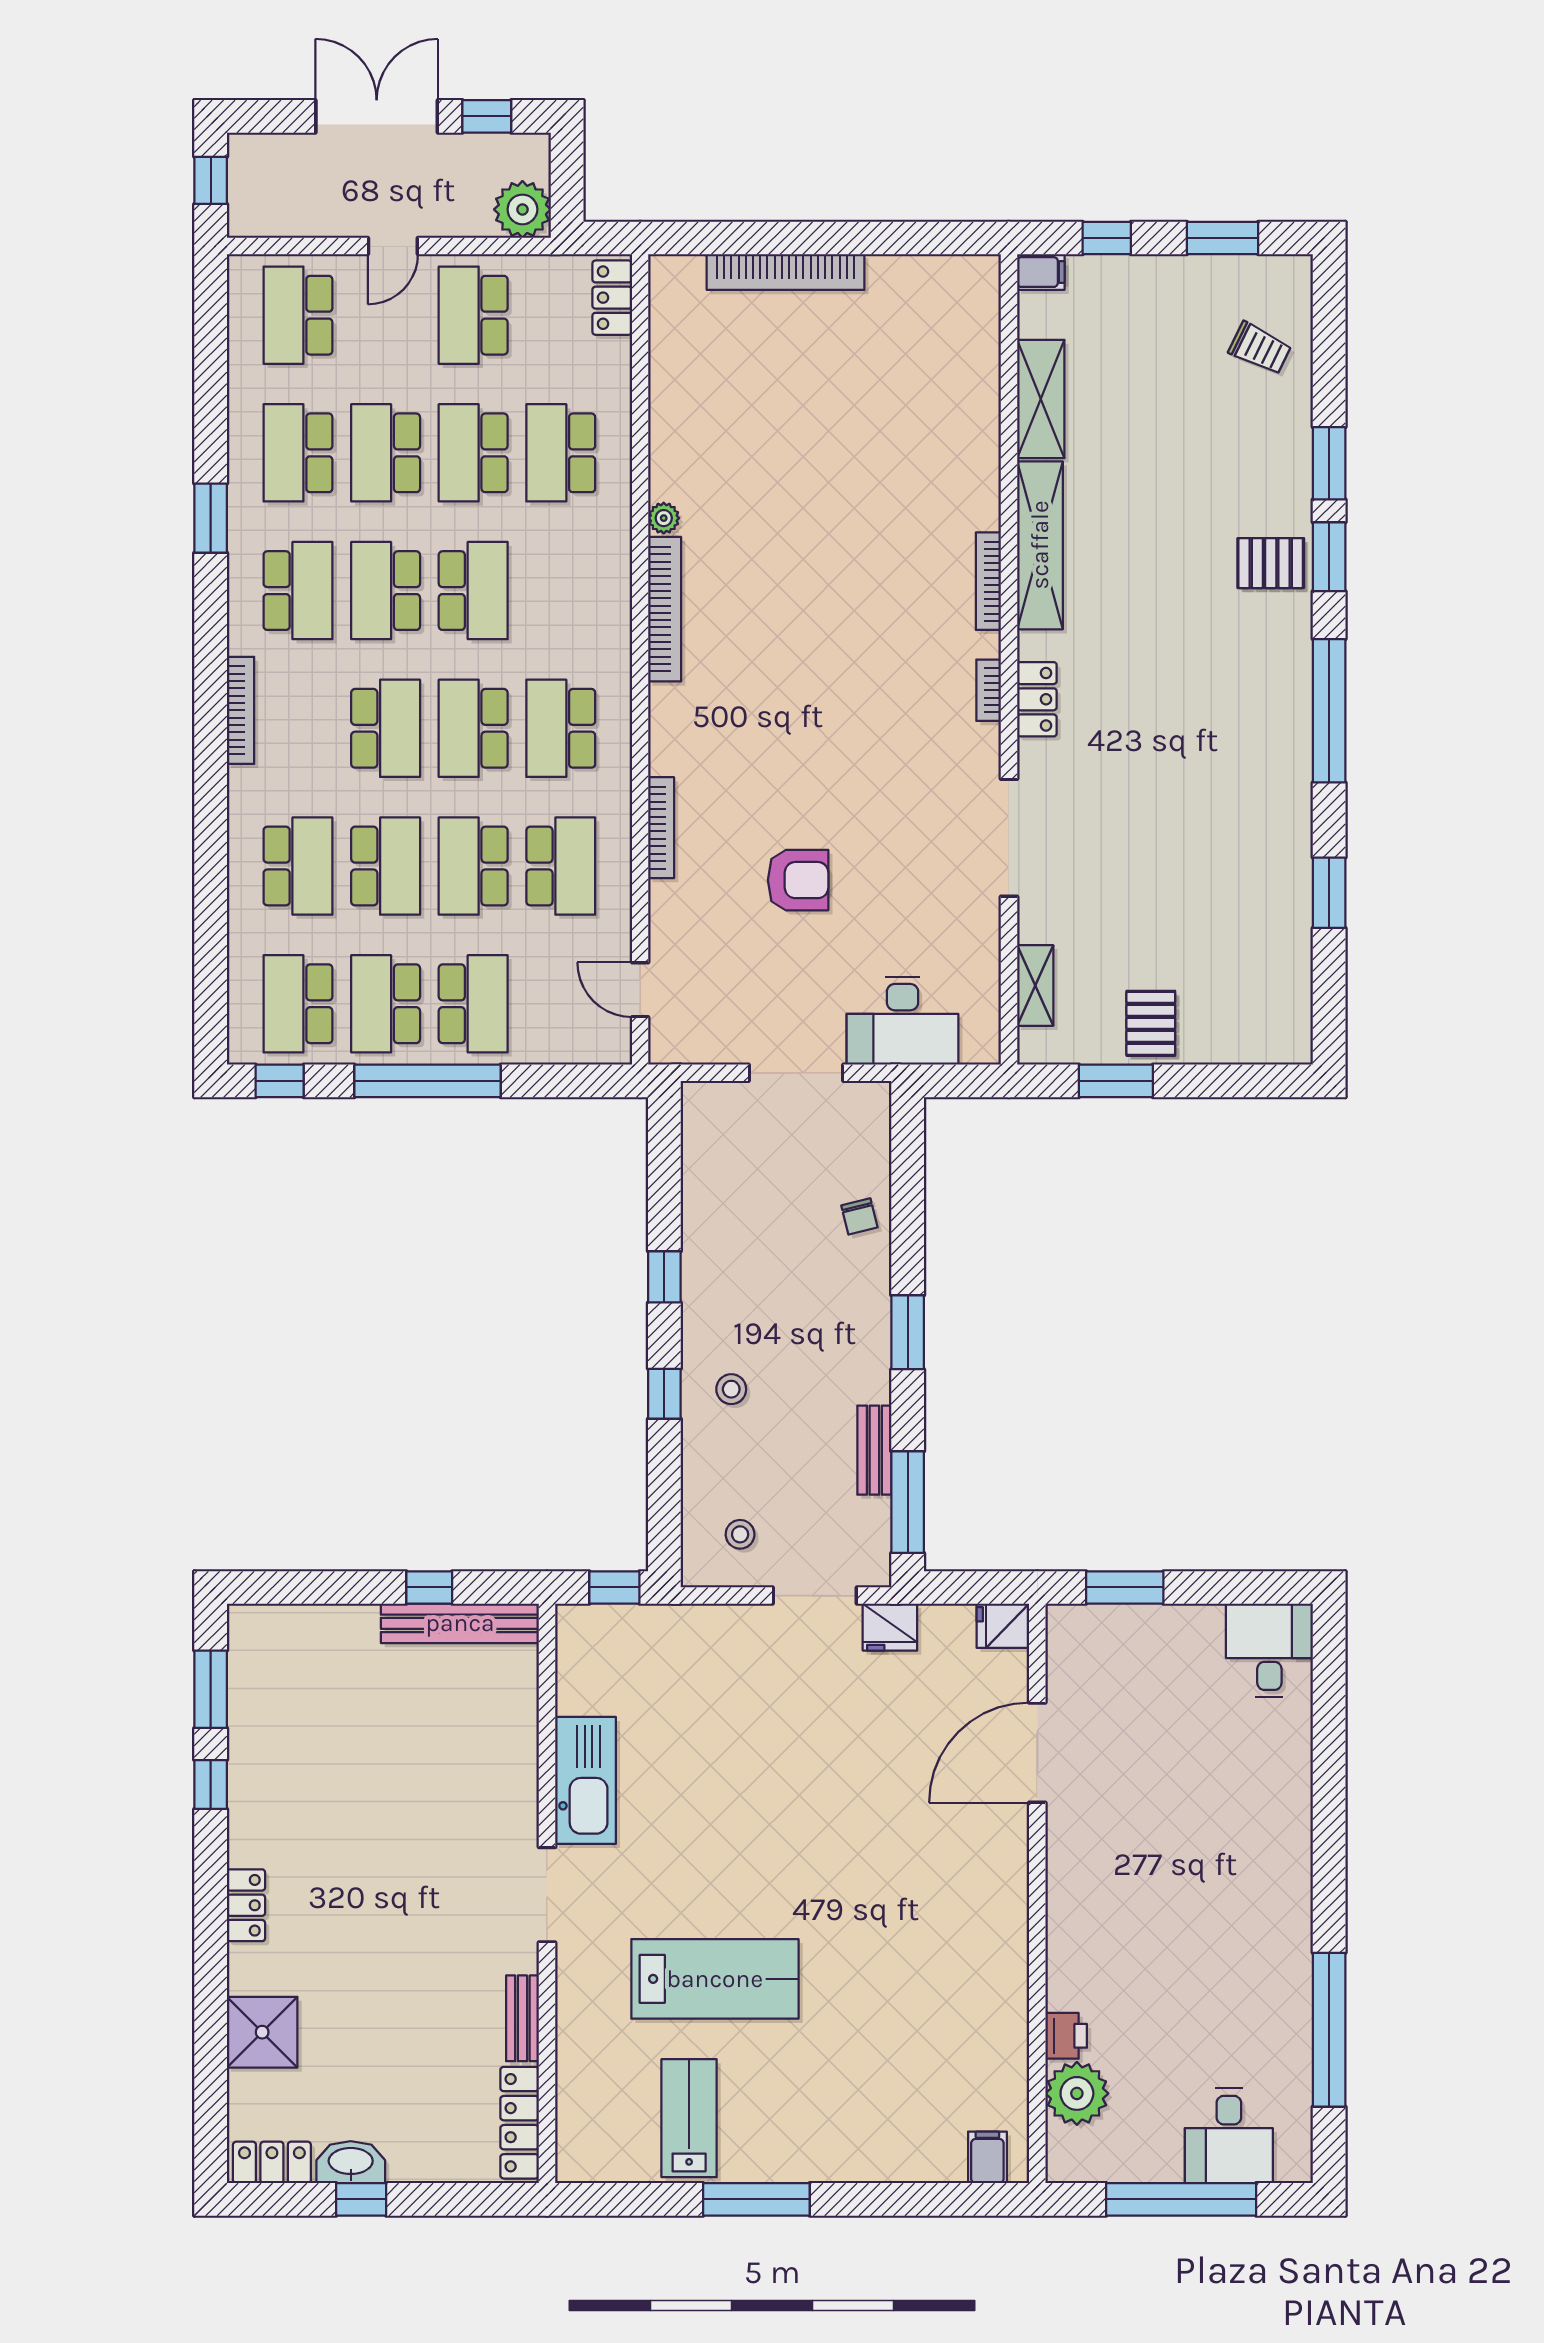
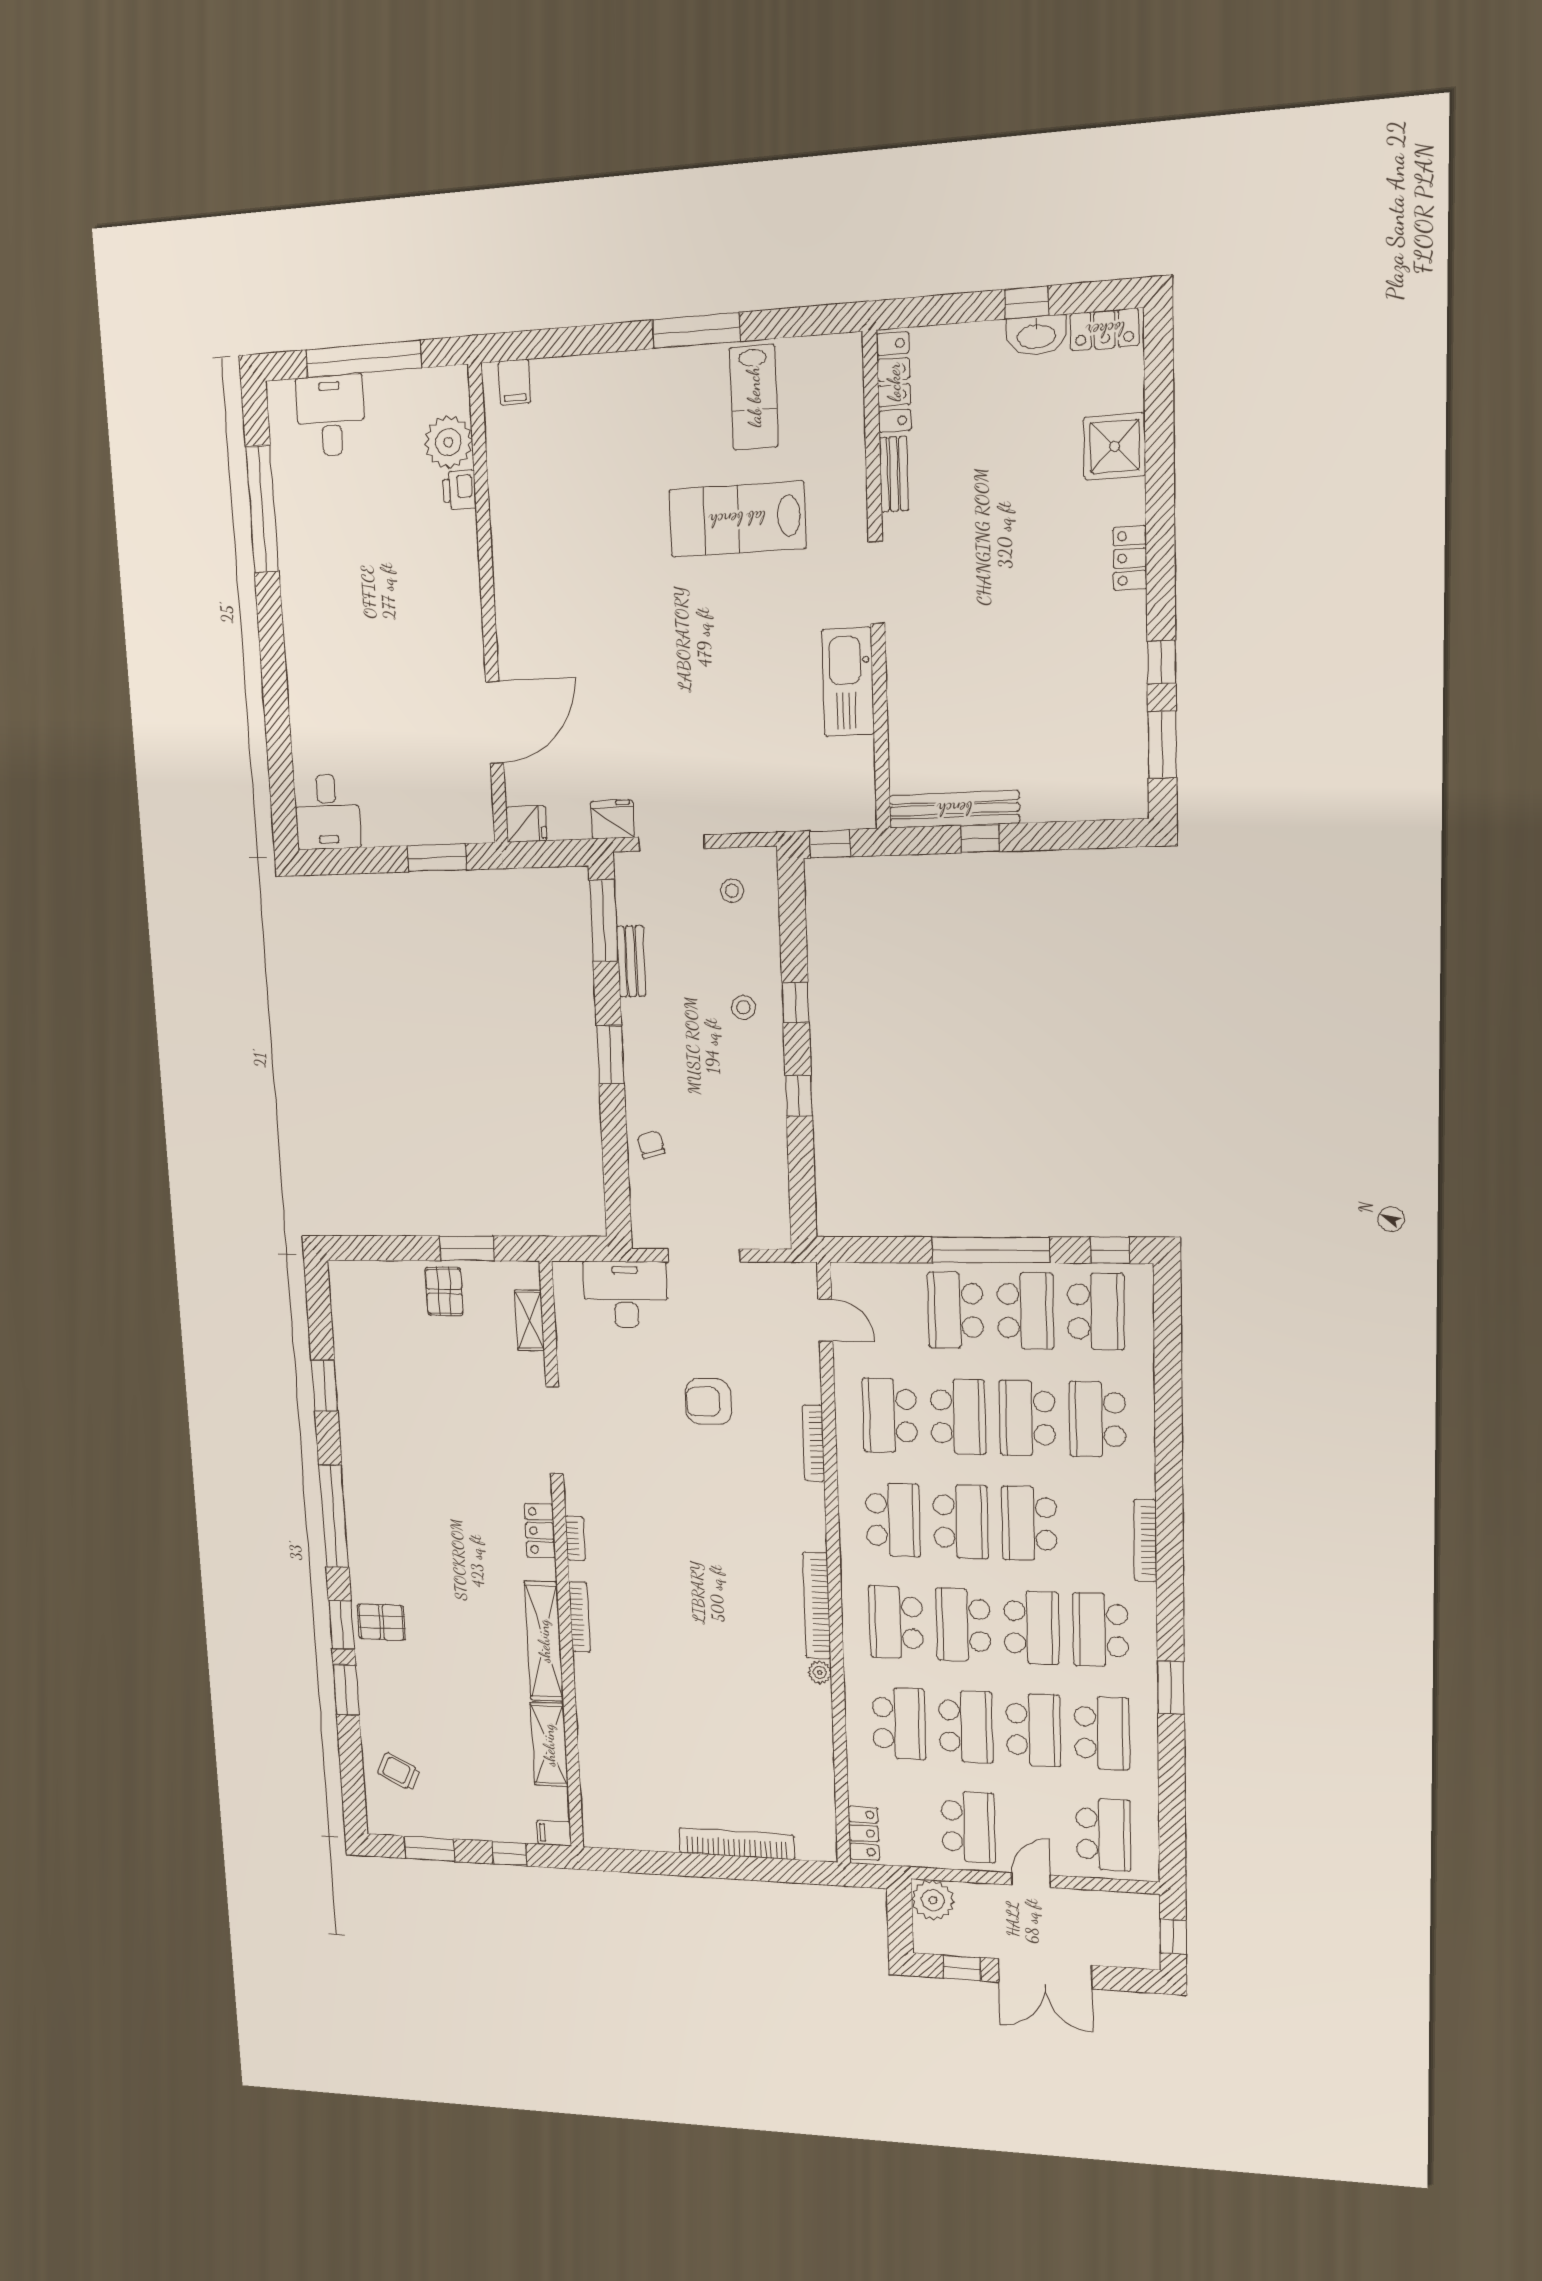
school desk: (561, 591) -> (896, 1622), added

